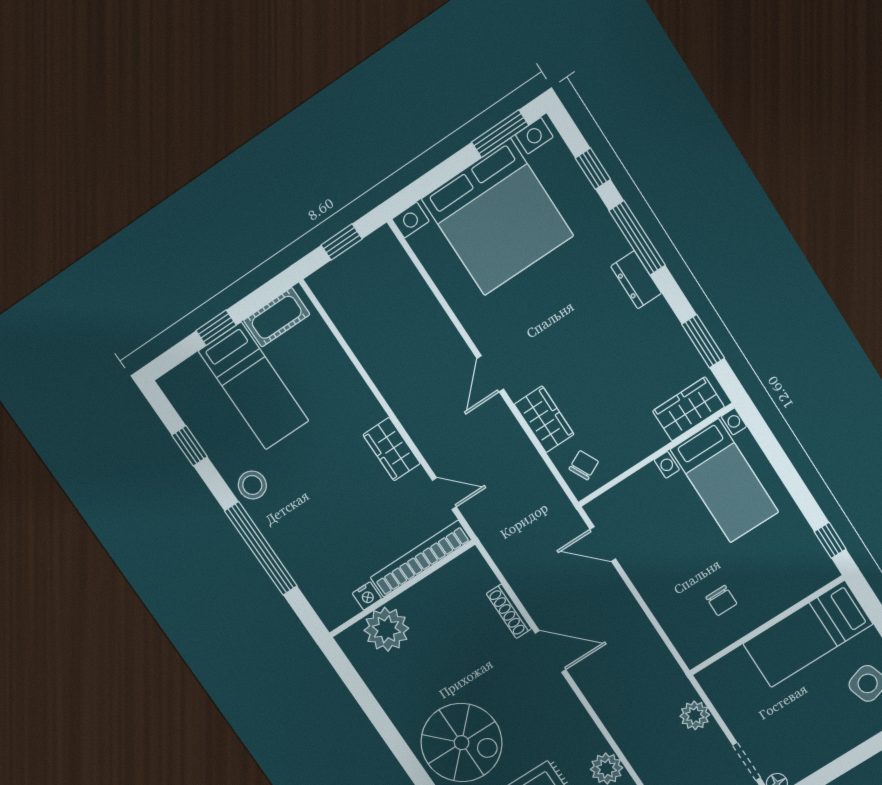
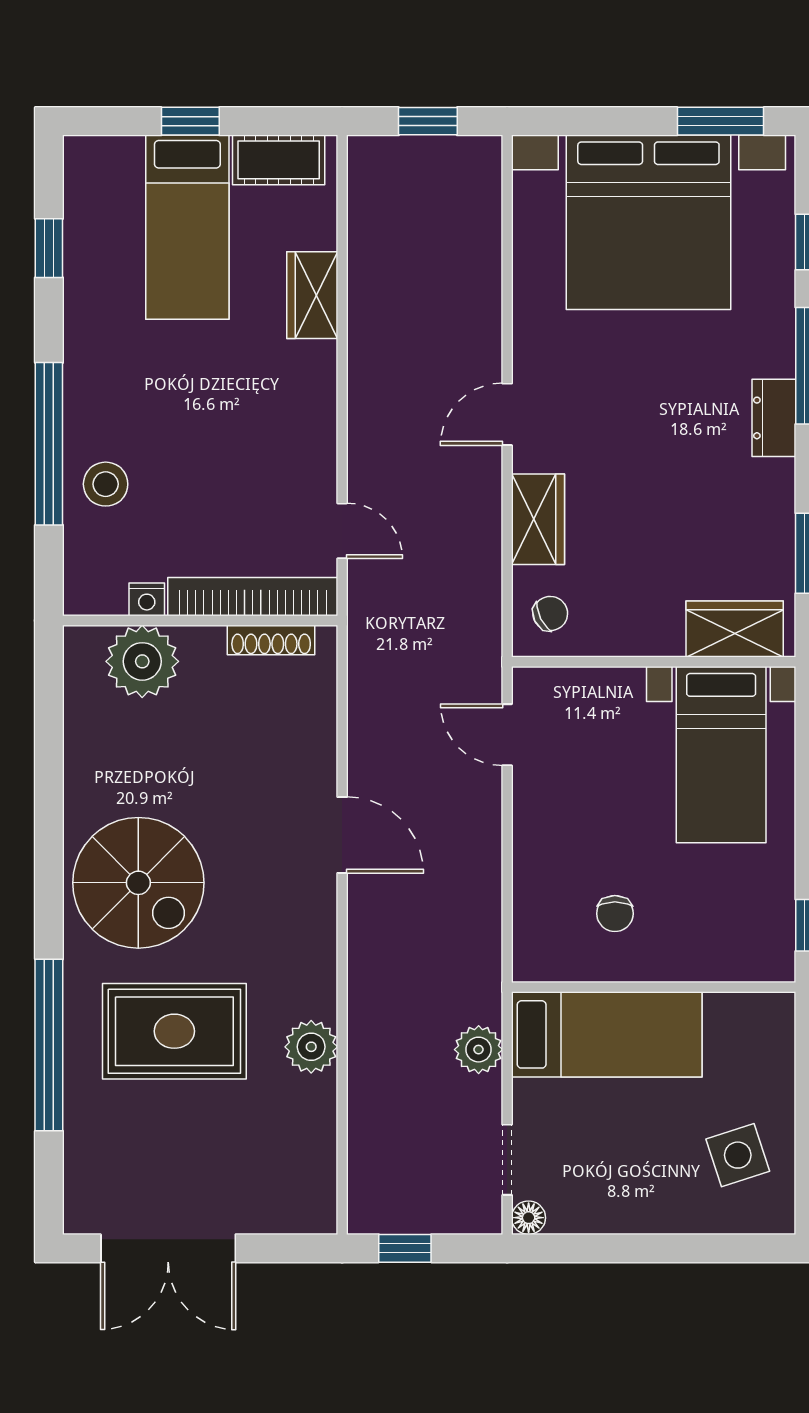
wardrobe: (392, 449) -> (312, 295), moved
stool: (252, 485) -> (106, 484), moved
shoe rack: (509, 611) -> (271, 640), moved, turned -90
bed: (808, 634) -> (607, 1034), moved, turned 180

